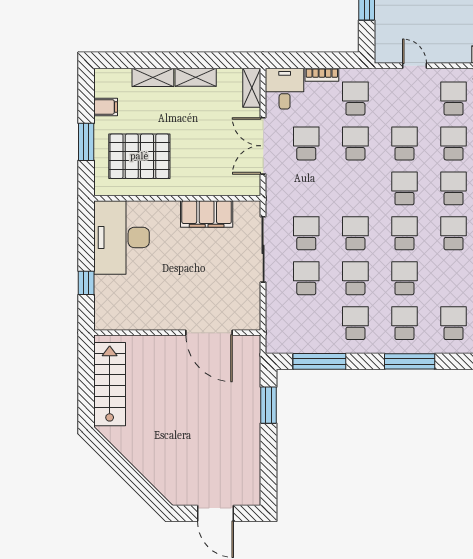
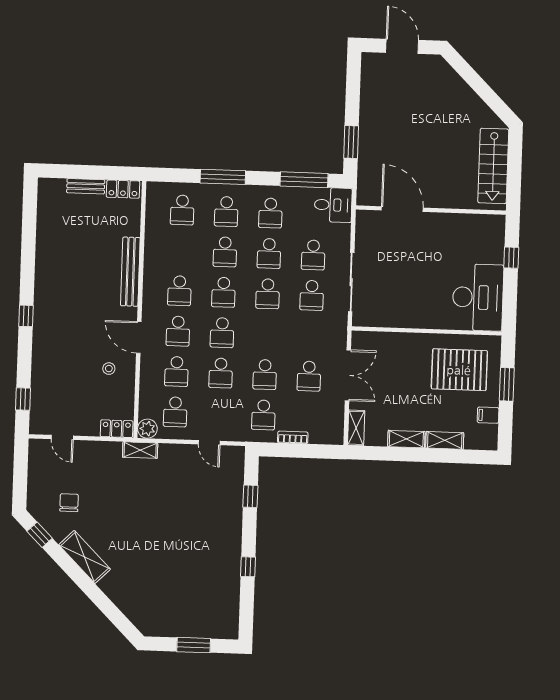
desk: (285, 89) -> (333, 205), moved, turned -90
filing cabinet: (207, 214) -> (401, 316), removed

